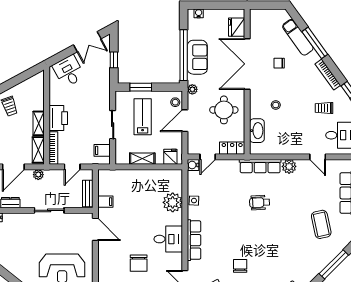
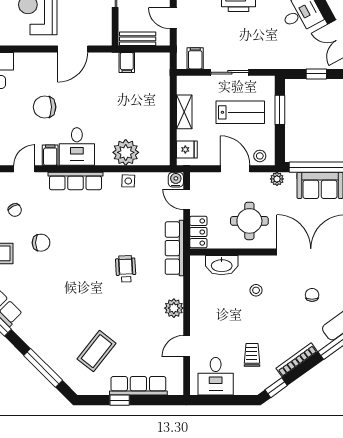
row of seats: (260, 166) -> (174, 248), moved
coffee table: (321, 224) -> (96, 351), turned -40
door: (95, 229) -> (73, 49), moved
filing cabinet: (175, 259) -> (50, 155), added

